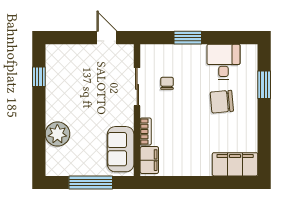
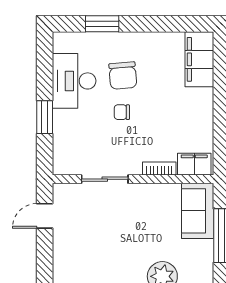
desk: (223, 62) -> (74, 81), width x1.37
chair: (167, 83) -> (122, 112), moved
sofa: (121, 149) -> (198, 211), moved, turned 90

